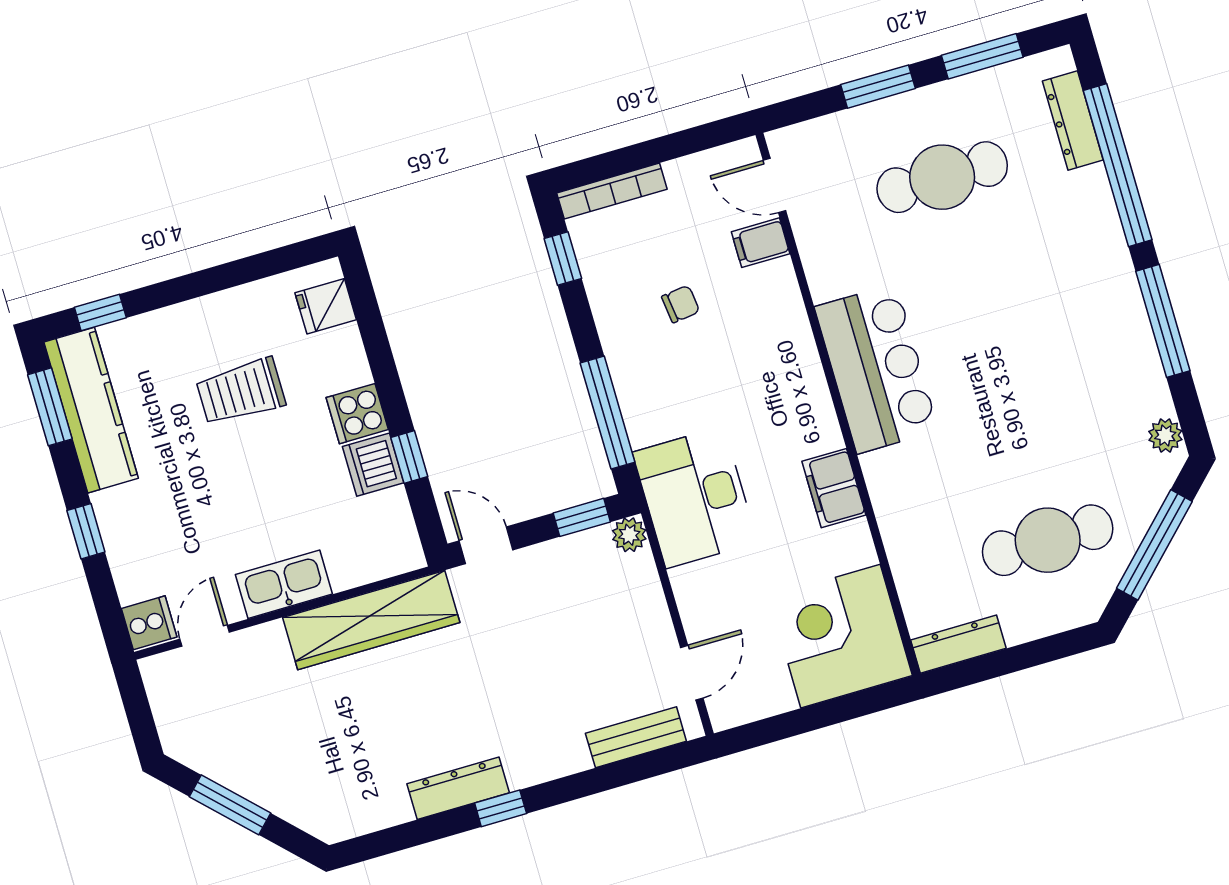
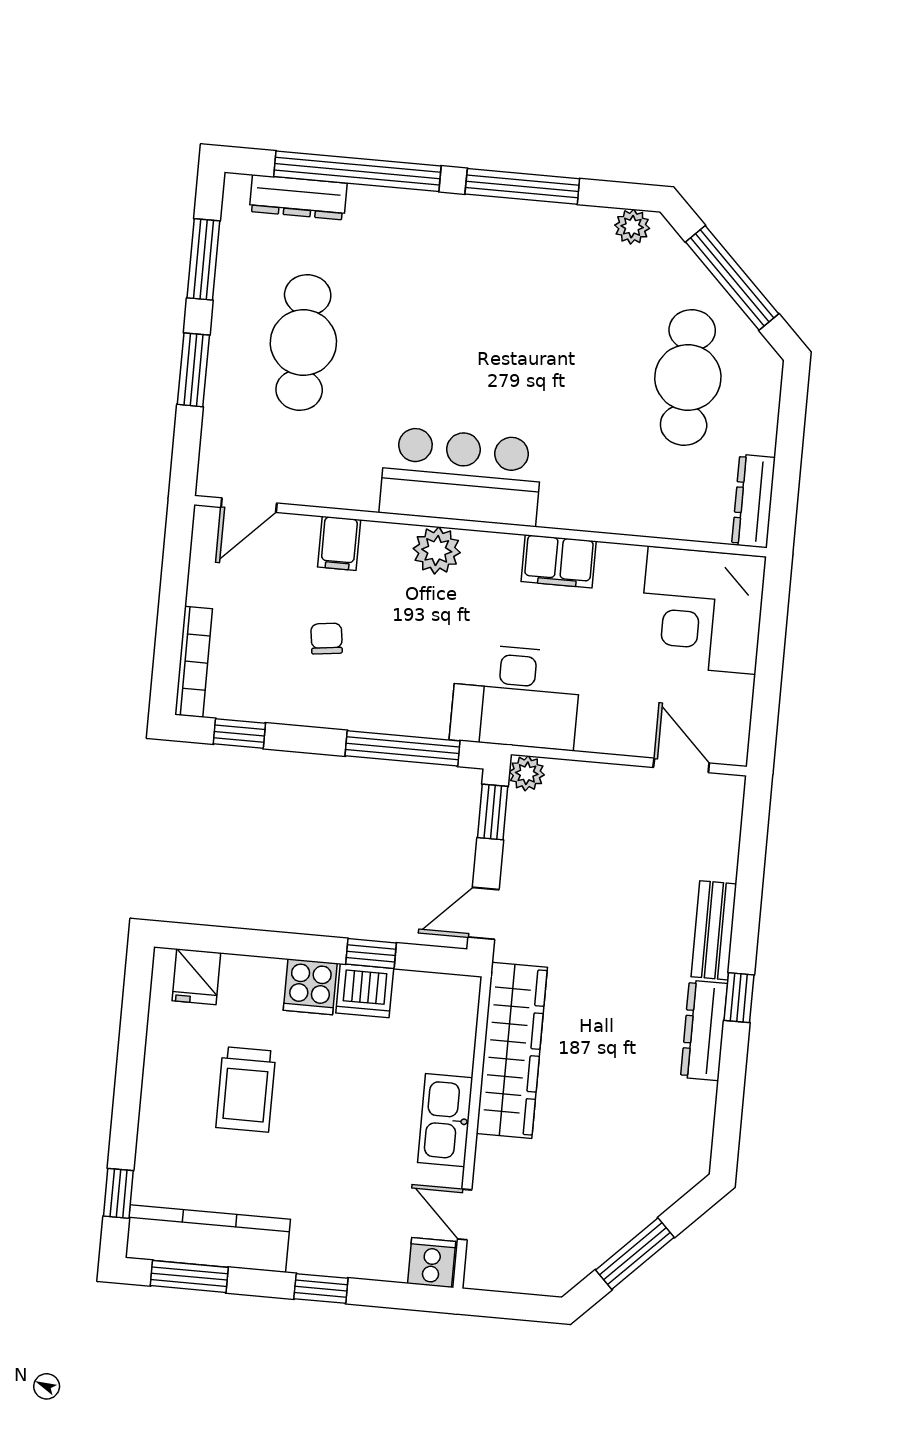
filing cabinet: (761, 243) -> (339, 543), moved
plant: (800, 373) -> (437, 550), added
bench: (636, 737) -> (714, 930), moved

